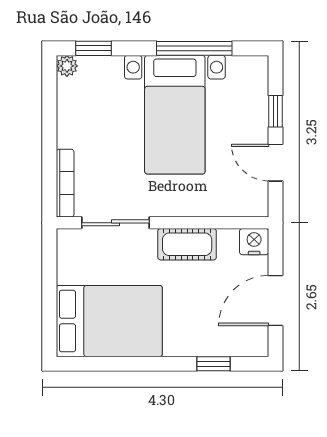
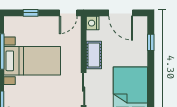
door: (275, 163) -> (68, 13), moved

